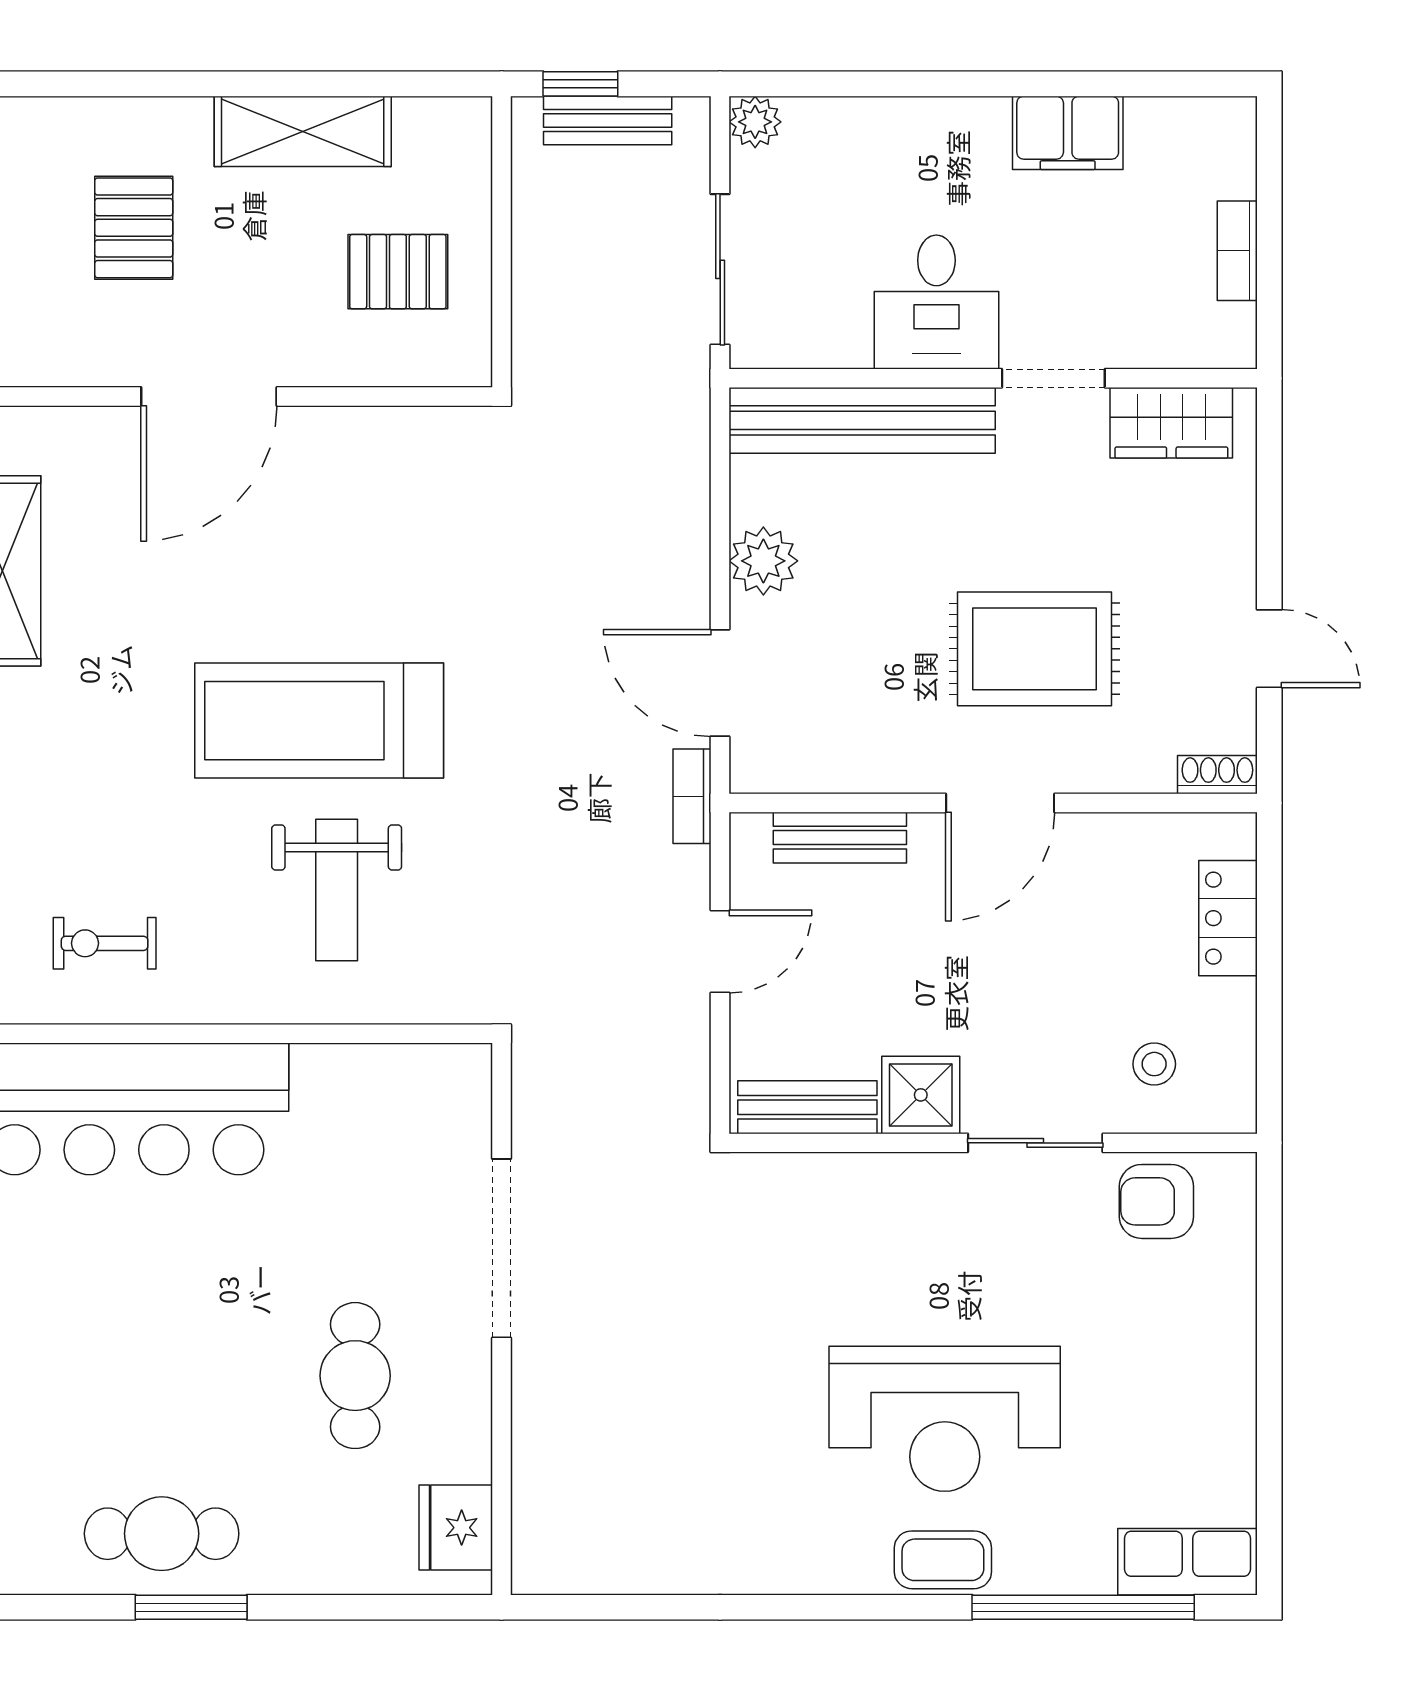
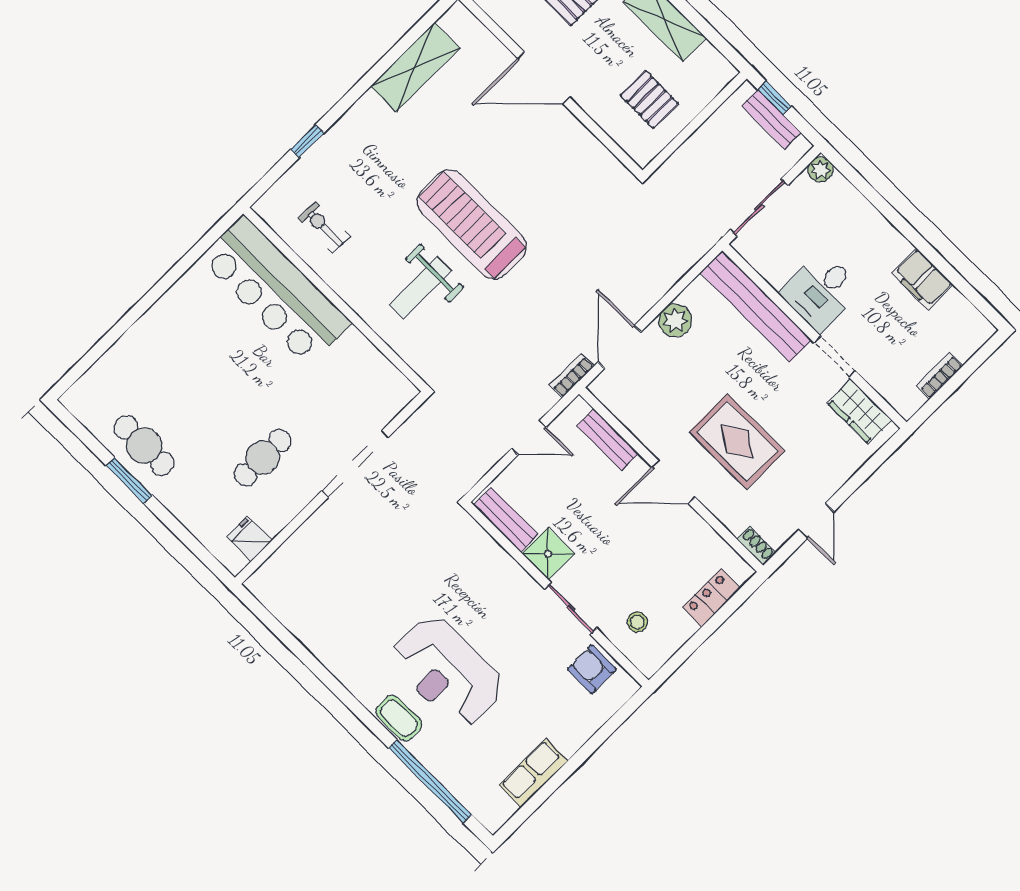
fridge: (456, 1528) -> (249, 539), width x0.72
row of seats: (1188, 1562) -> (533, 773), moved, turned -90

